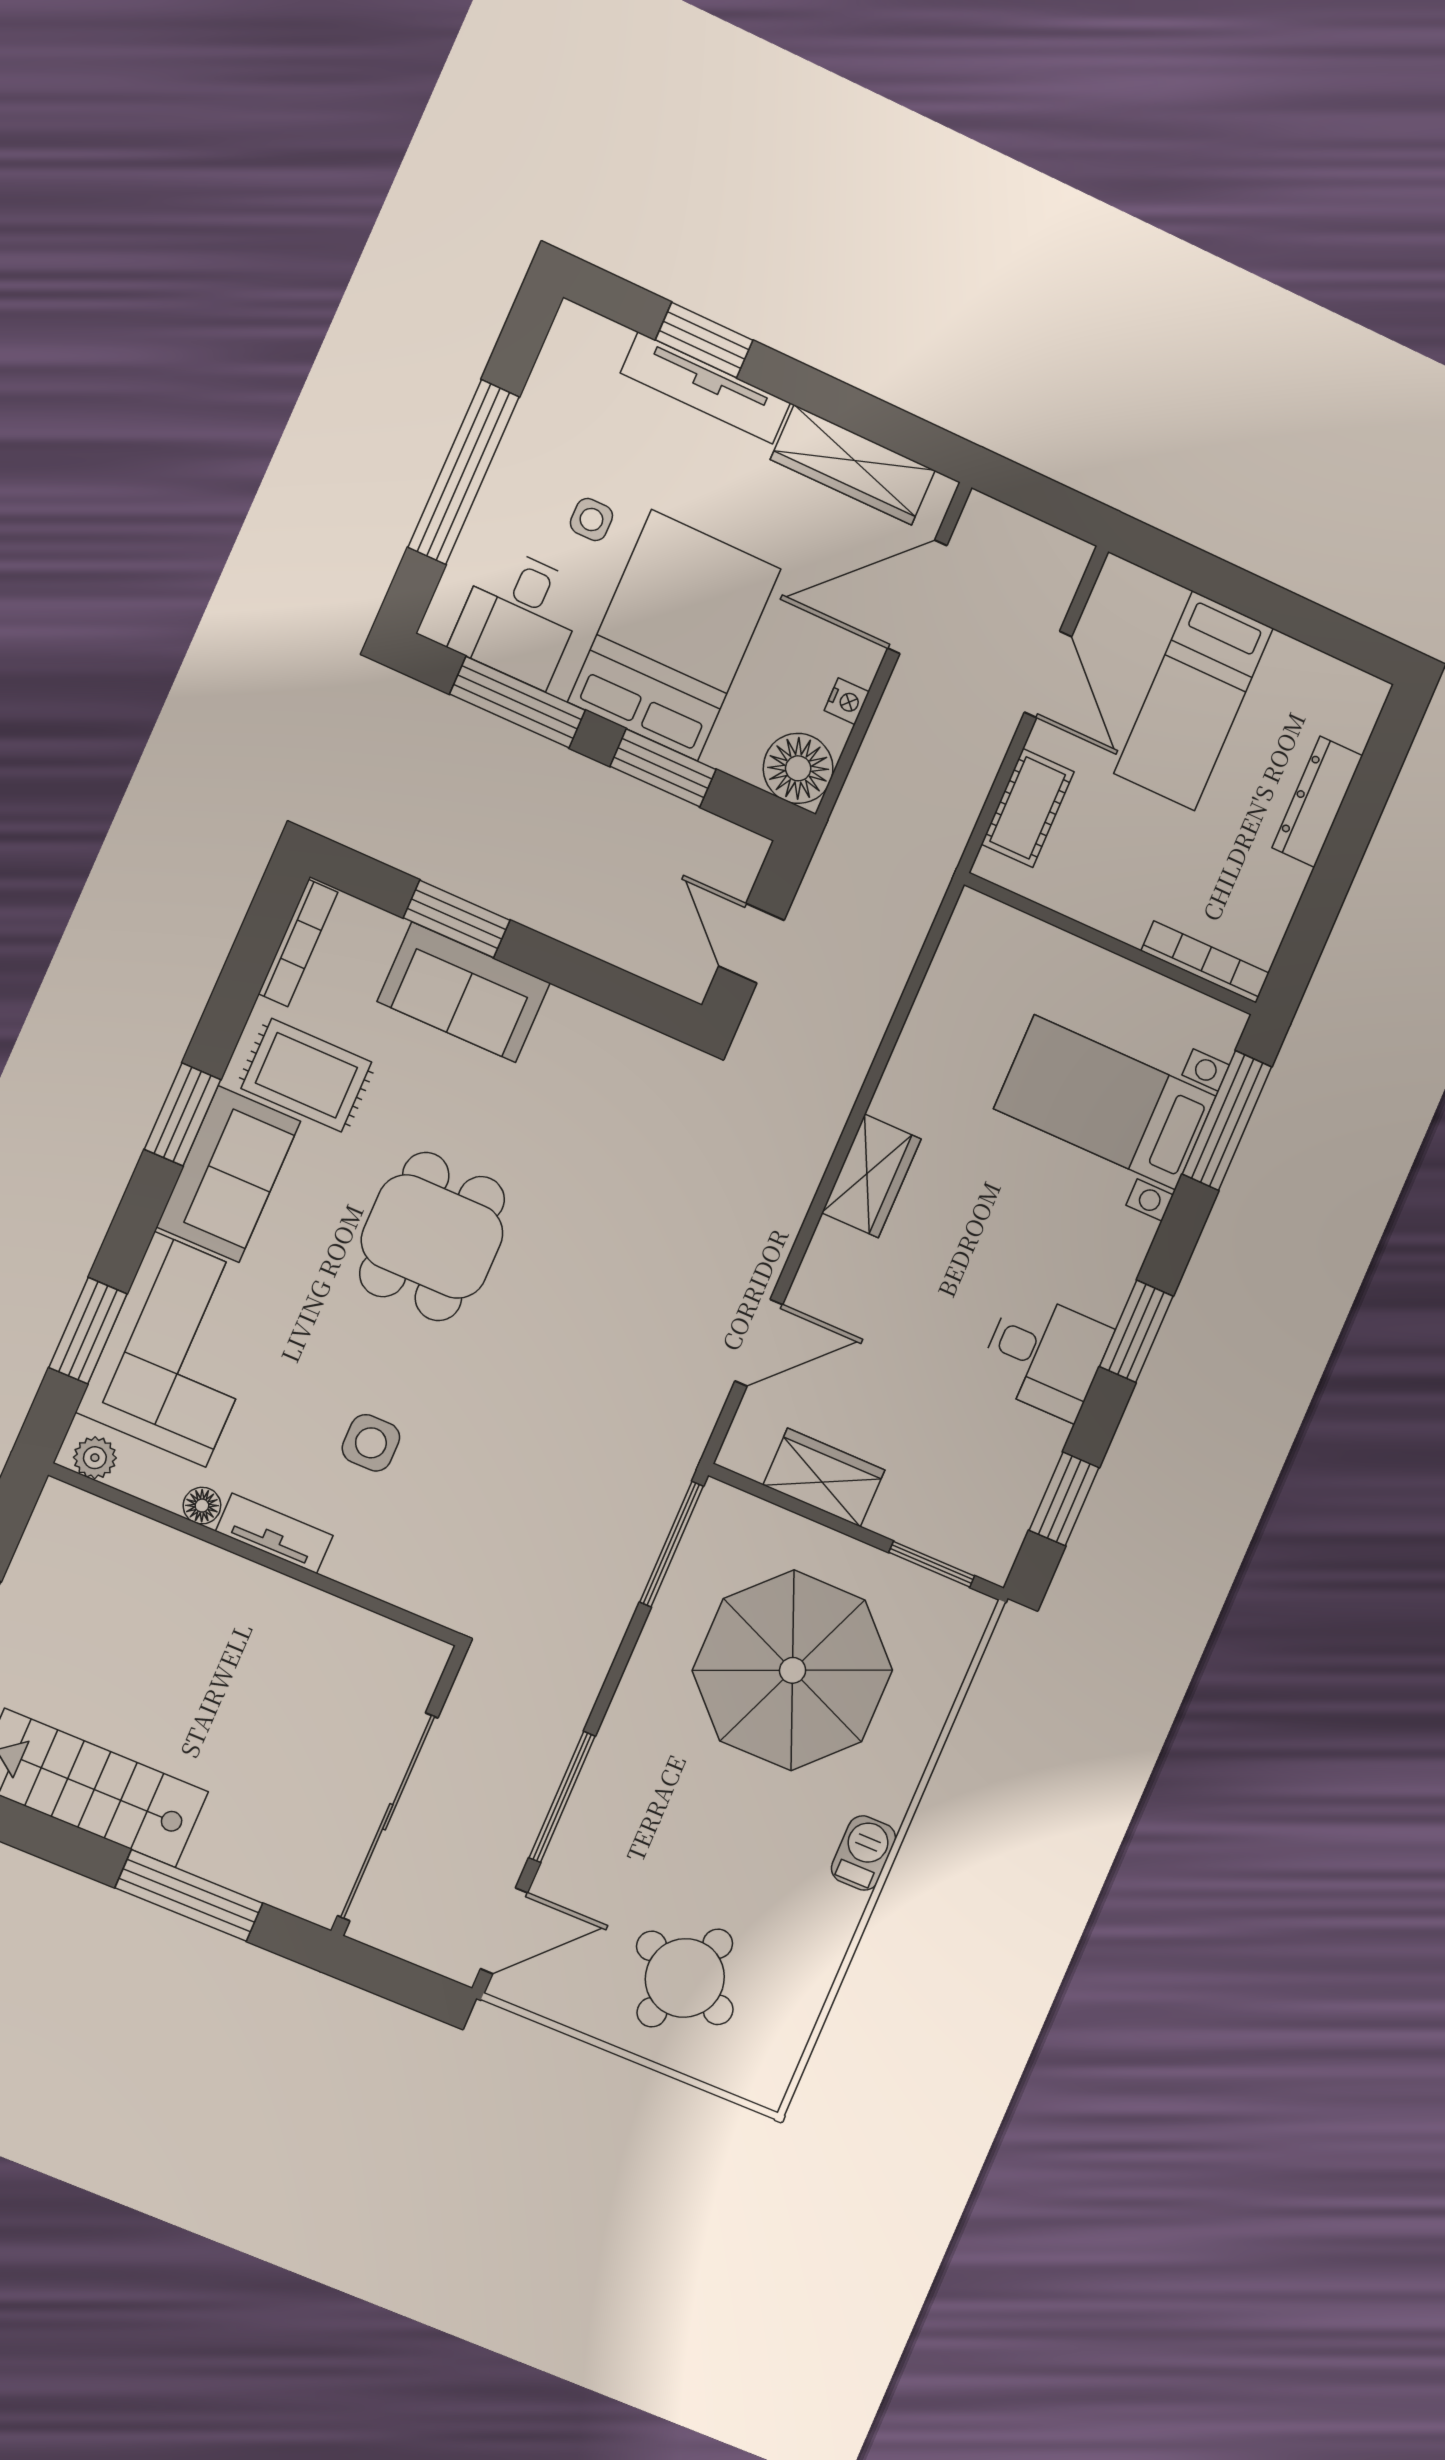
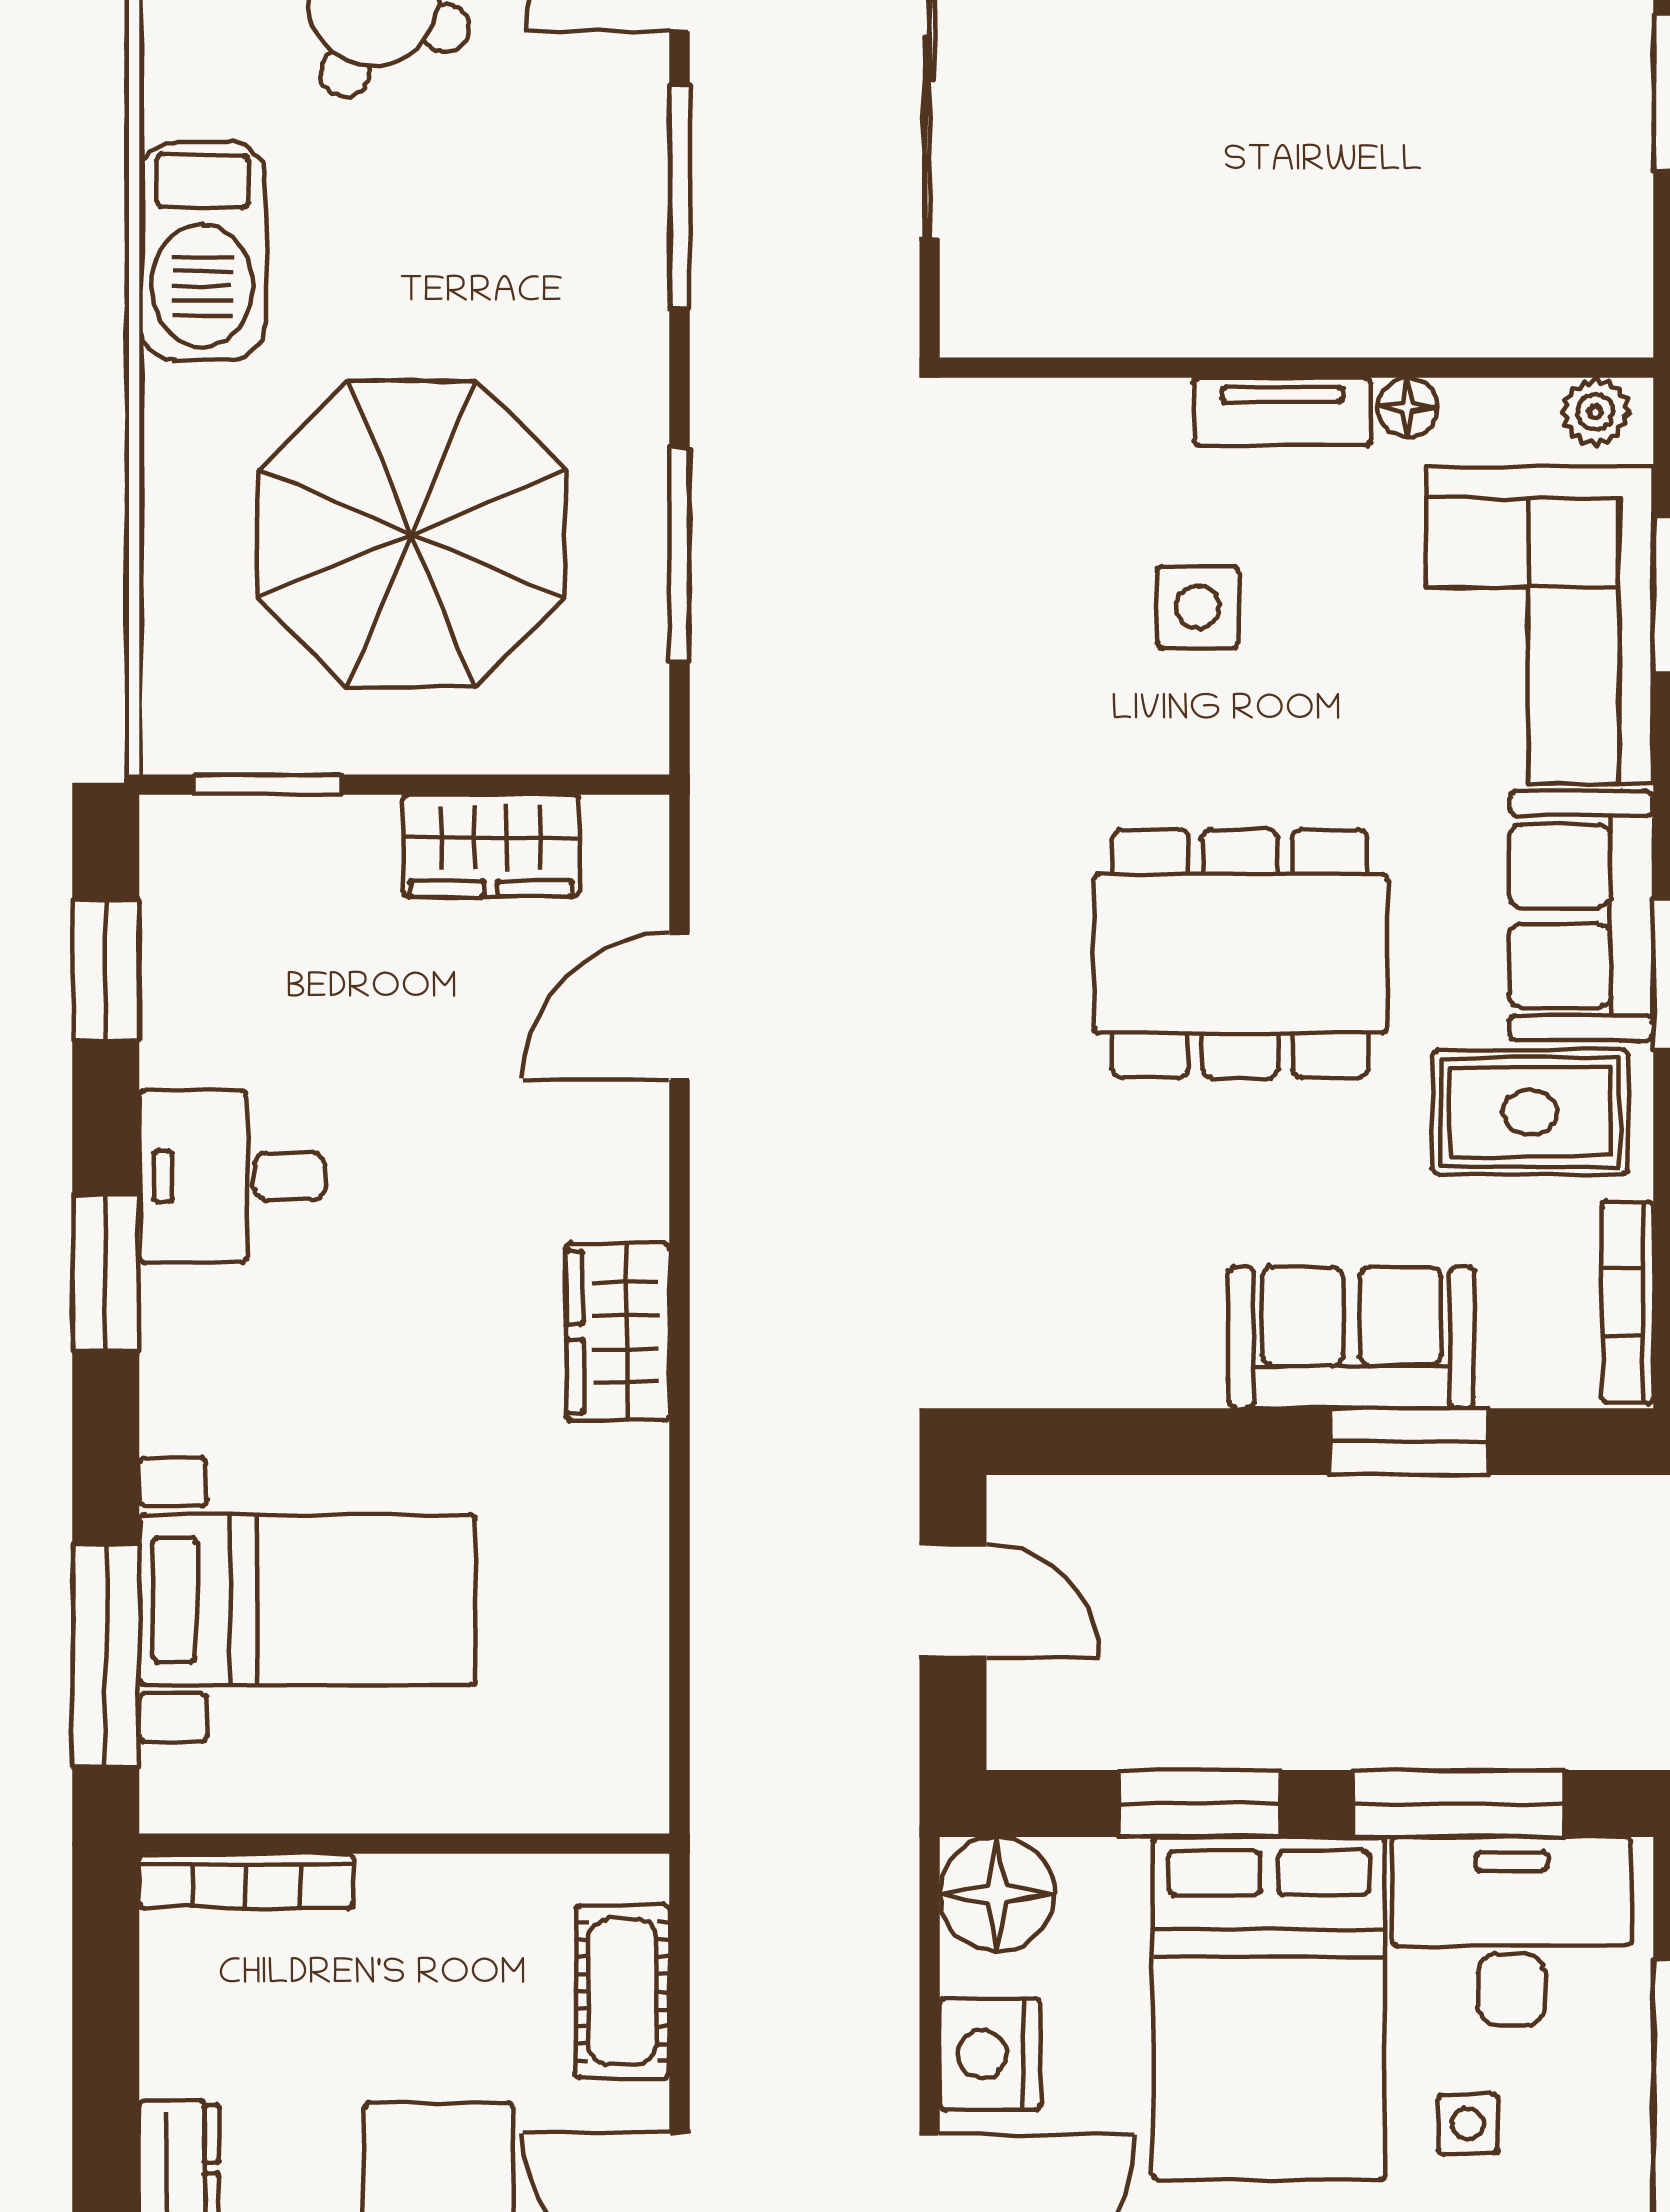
desk: (519, 617) -> (1512, 1931), width x1.37
nightstand: (847, 701) -> (990, 2054), width x1.89, depth x1.79
dining table: (432, 1237) -> (1240, 954), width x1.38
window: (671, 1544) -> (680, 555), moved
barbecue: (864, 1853) -> (202, 251), width x1.88, depth x1.53

